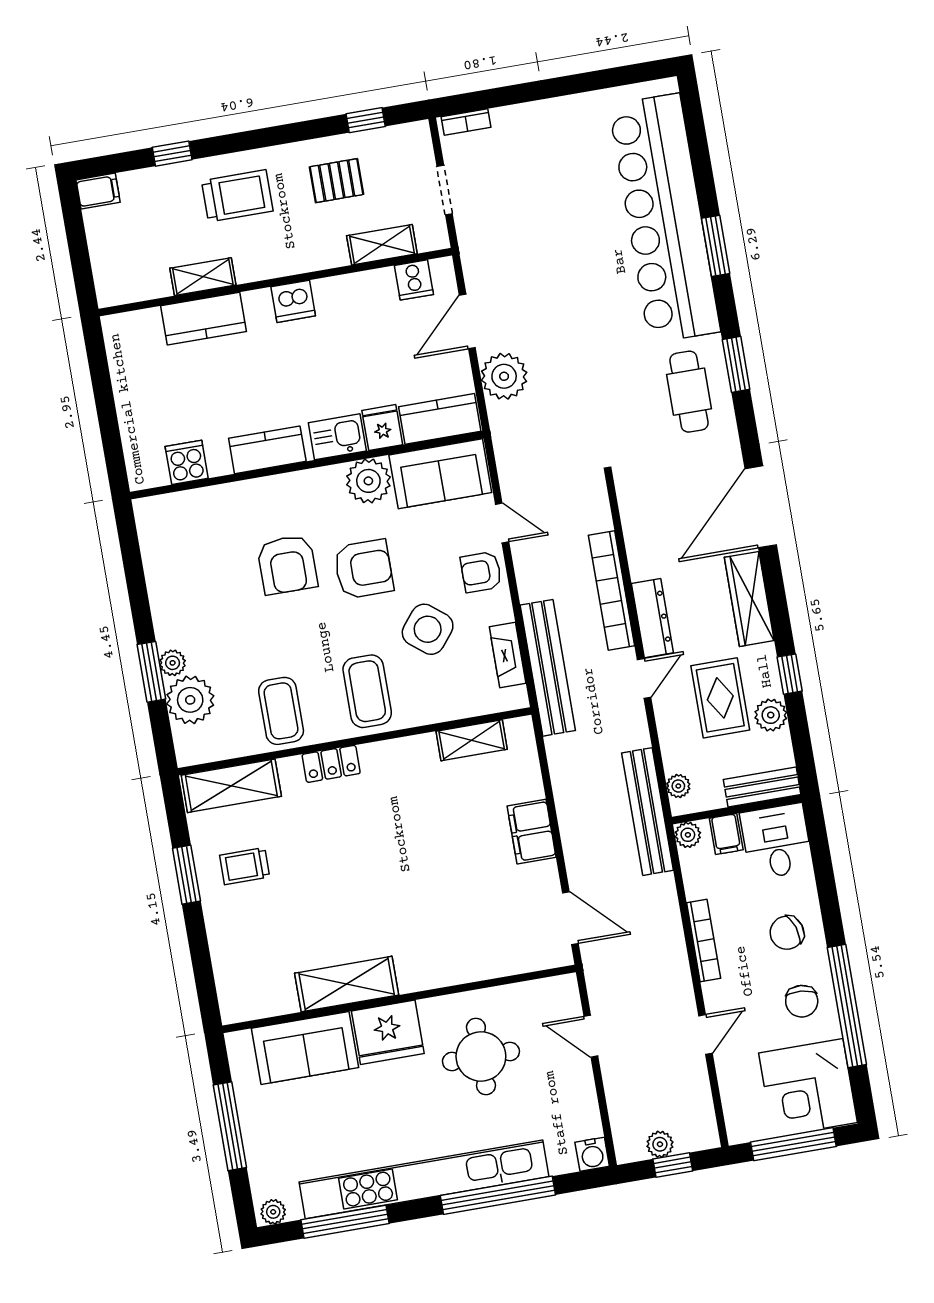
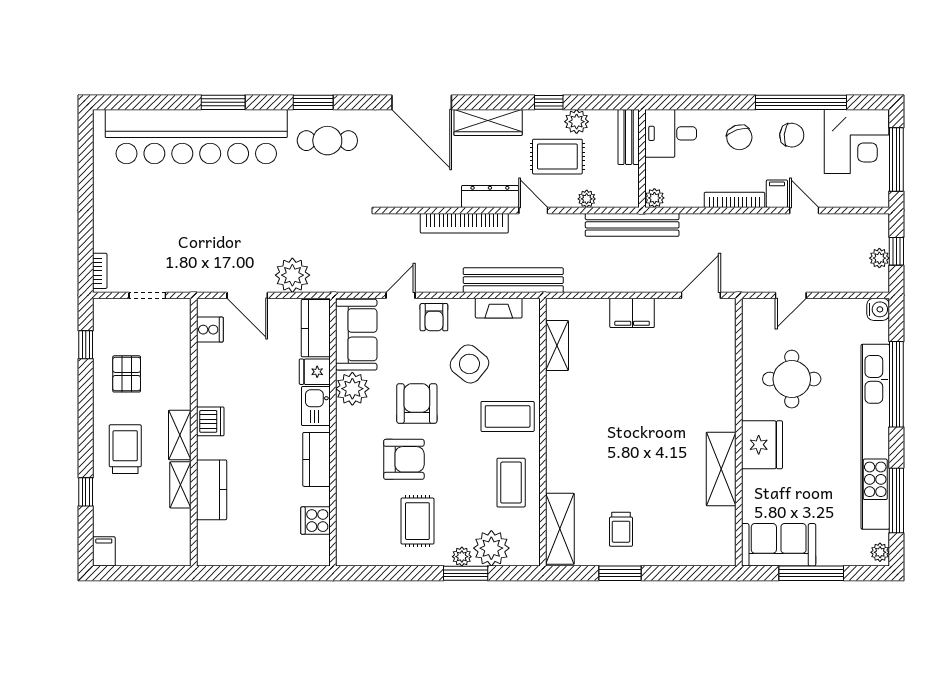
shelving: (382, 245) -> (180, 435), moved
rug: (209, 597) -> (417, 521), added
coffee table: (281, 711) -> (511, 483), turned 90
locker: (331, 764) -> (557, 452), removed
plant: (678, 786) -> (587, 199), moved
filing cabinet: (726, 834) -> (777, 194), moved, turned -90
sofa: (305, 1048) -> (779, 545), moved, turned -90

